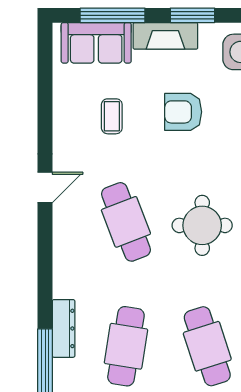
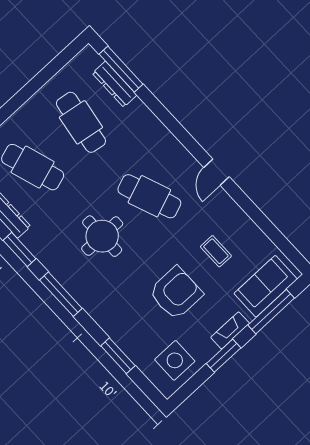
fireplace: (165, 36) -> (230, 330), width x0.73, depth x0.76
armchair: (183, 112) -> (176, 293), width x1.36, depth x1.36
dresser: (64, 328) -> (115, 84), moved

